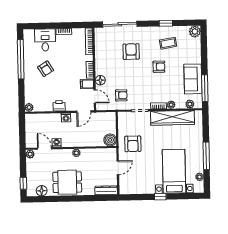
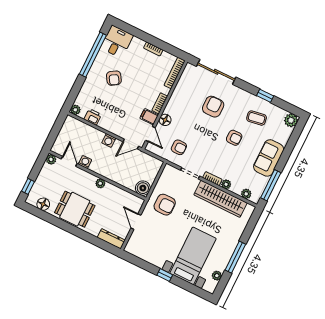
desk: (45, 40) -> (117, 42), moved
sofa: (193, 79) -> (269, 158), moved
printer: (59, 106) -> (93, 117), moved
armchair: (133, 144) -> (165, 205), turned -90
door: (118, 168) -> (136, 222), swing flipped

